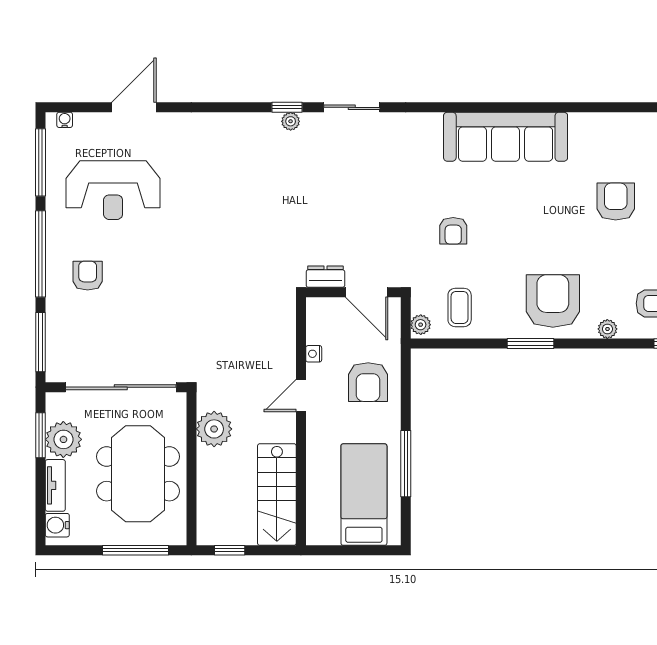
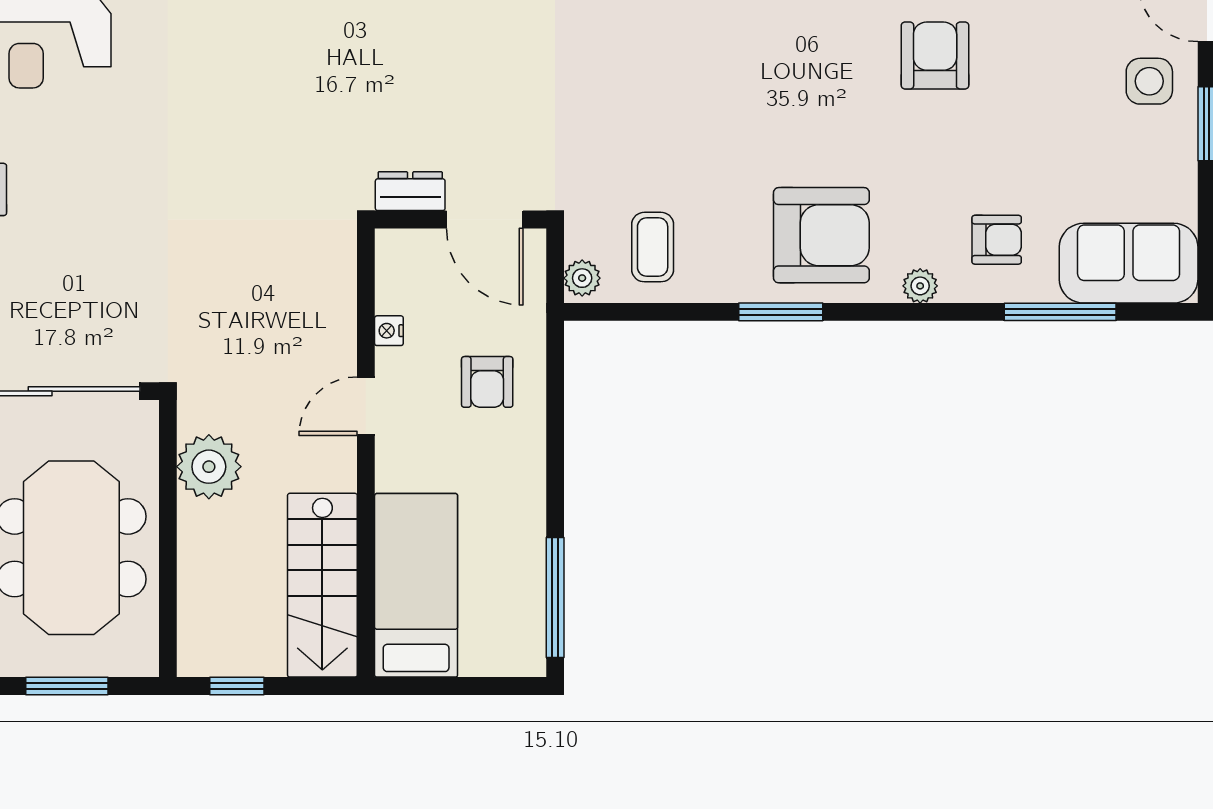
armchair: (453, 231) -> (641, 108), removed
armchair: (553, 301) -> (821, 235), turned 90
armchair: (368, 382) -> (487, 382), width x0.72, depth x0.72
window: (406, 464) -> (555, 597), moved
bed: (364, 495) -> (416, 585), moved
window: (136, 550) -> (67, 686), width x0.69

